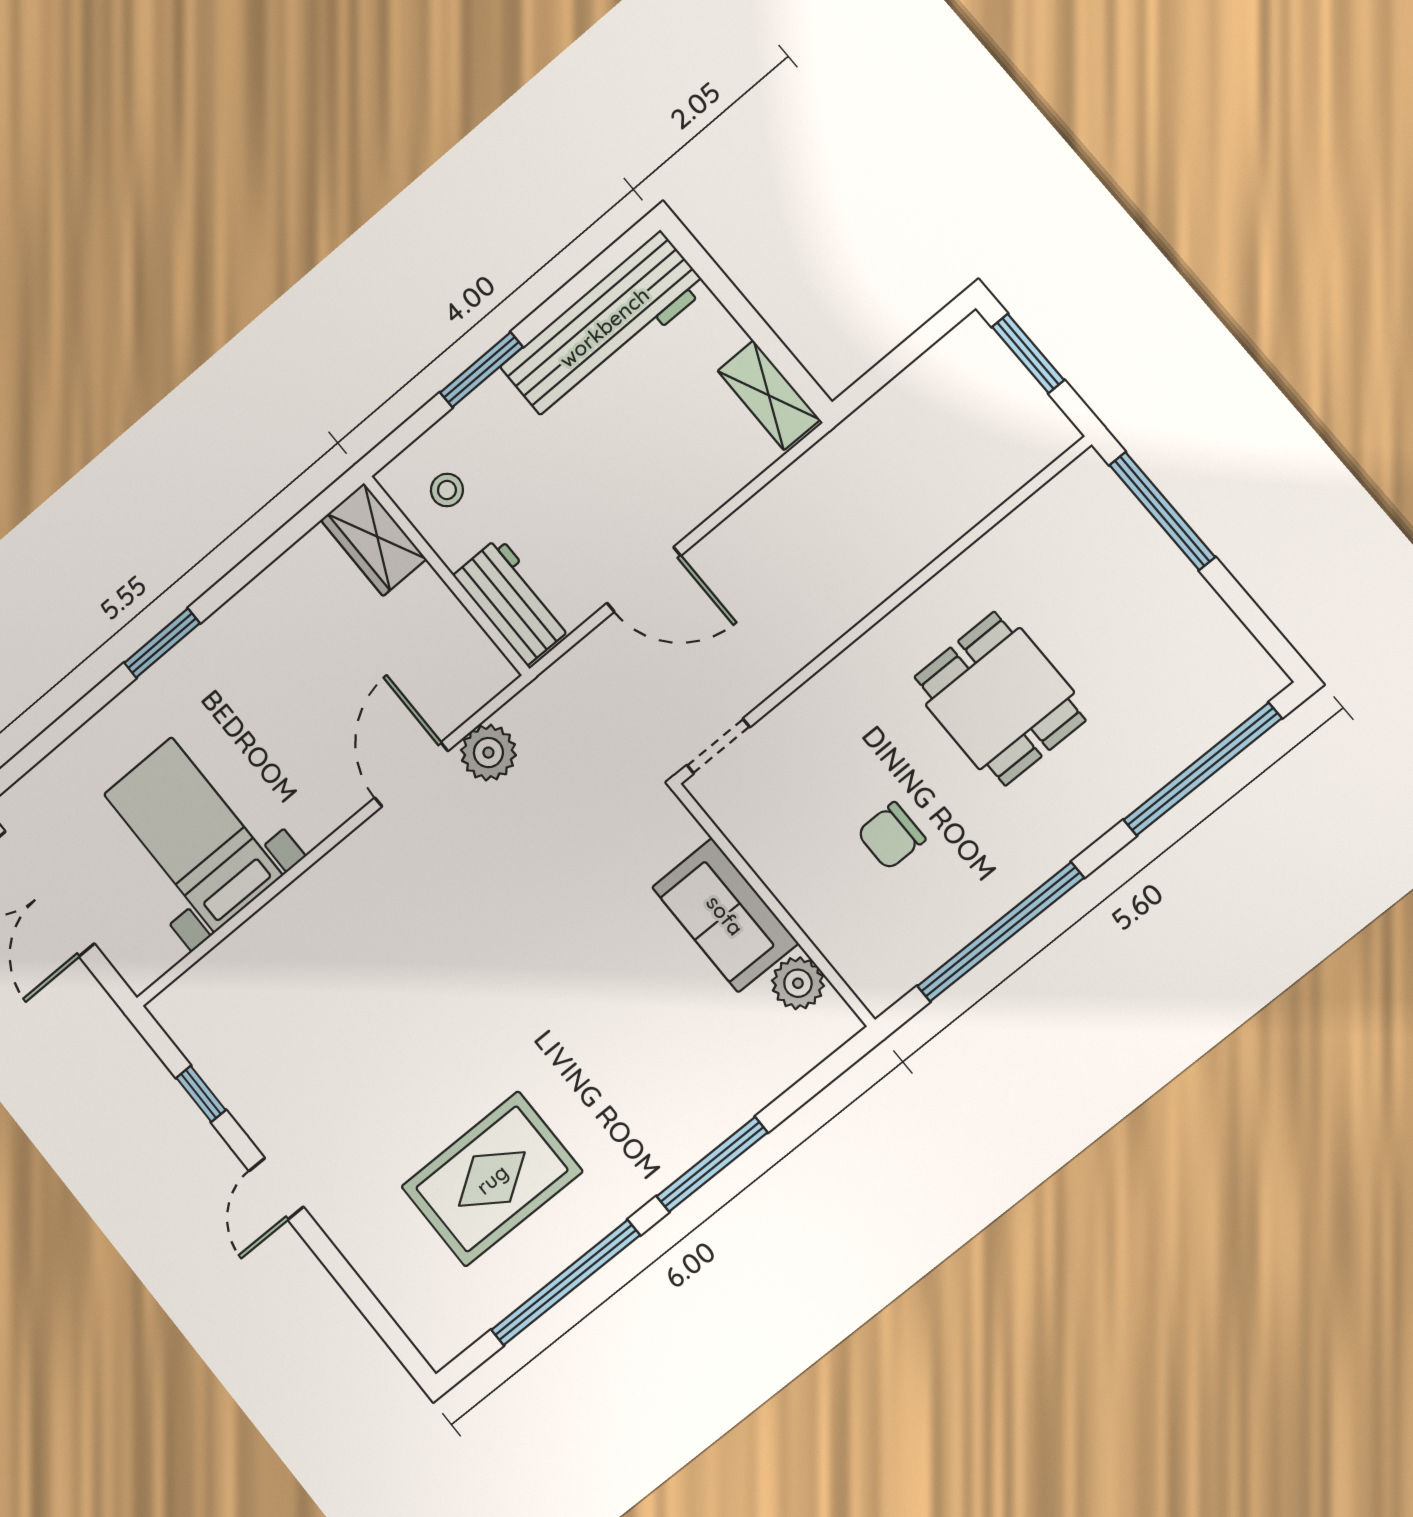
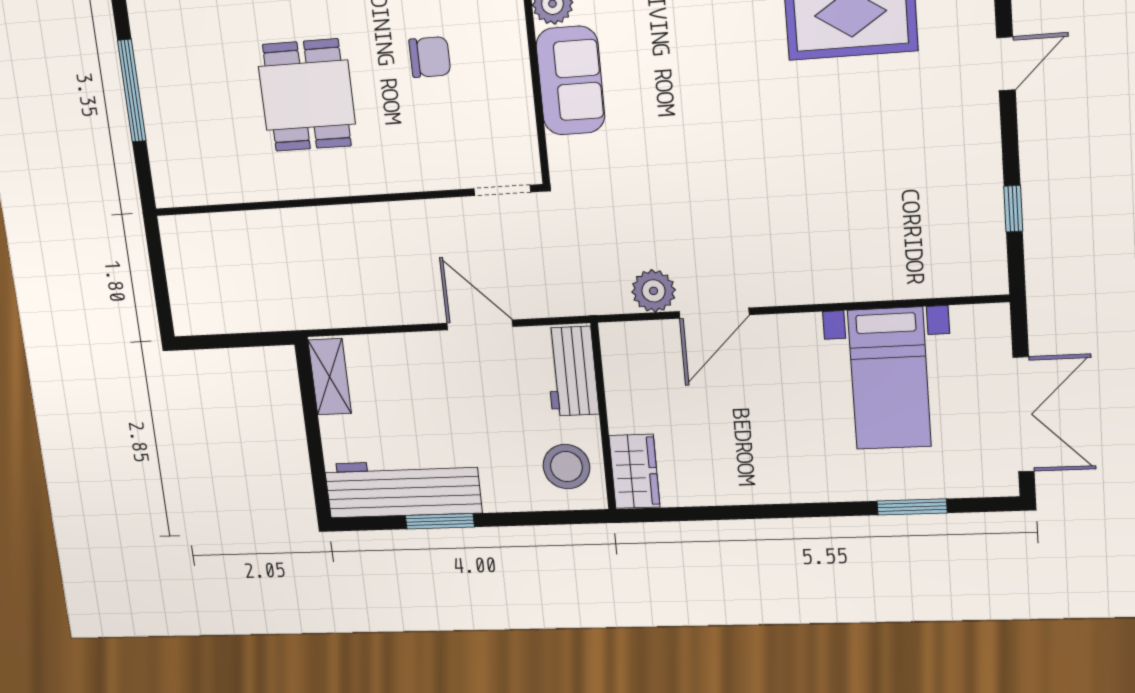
window: (1028, 353) -> (161, 288), removed
window: (481, 370) -> (440, 521), moved
stool: (447, 490) -> (566, 467), width x1.89, depth x1.89
window: (1162, 511) -> (132, 91), moved
window: (162, 643) -> (912, 507), moved
door: (276, 1189) -> (1006, 64), moved

